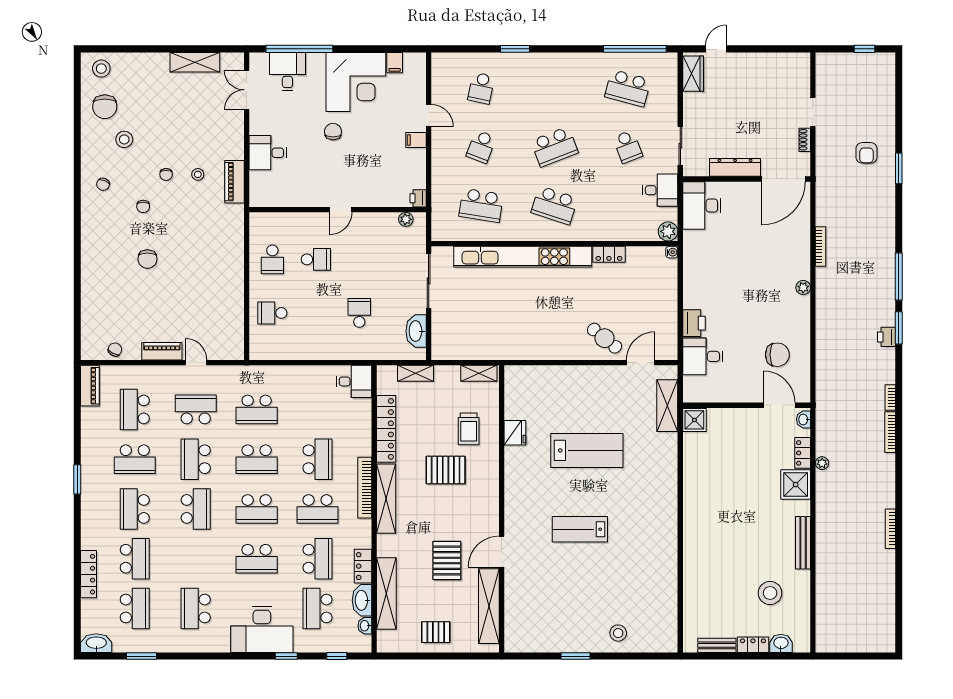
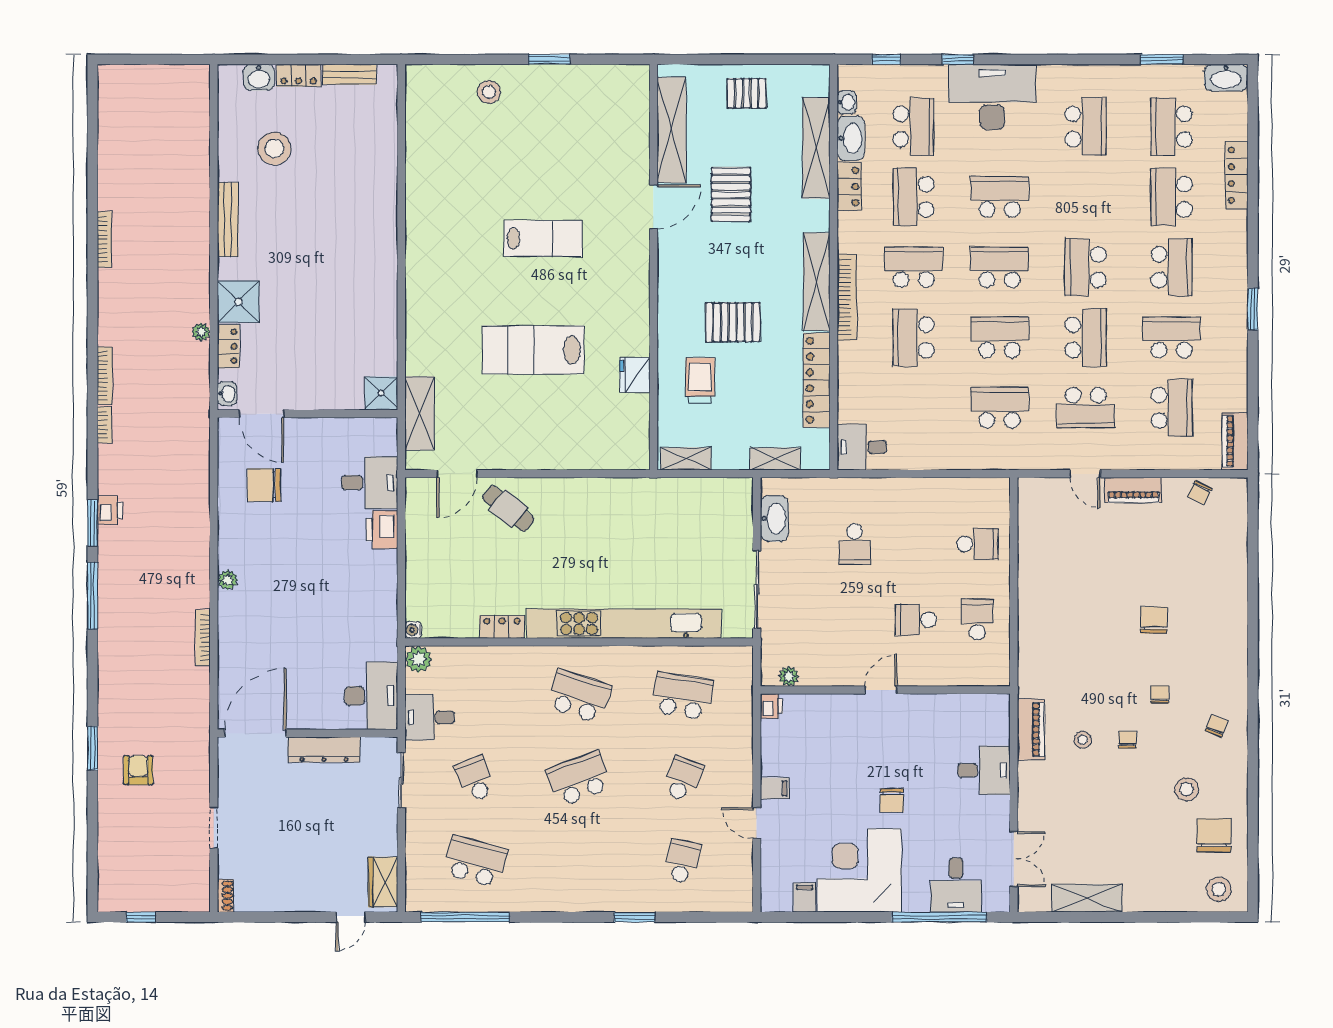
shoe rack: (805, 140) -> (225, 896), moved

